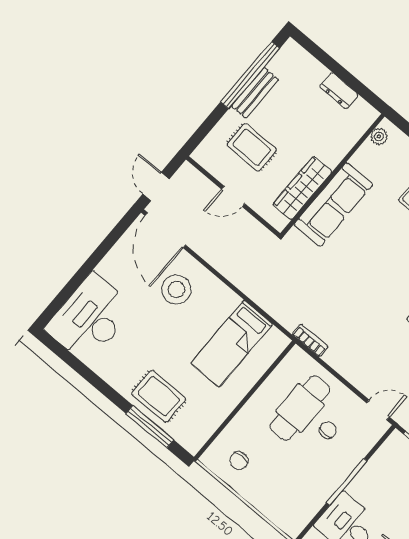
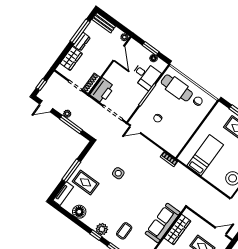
door: (233, 196) -> (221, 232), moved
cafe table: (300, 408) -> (177, 88), moved, turned 90

